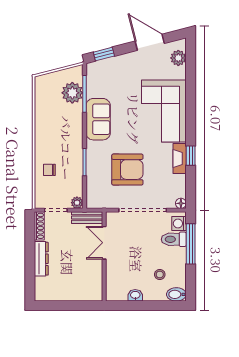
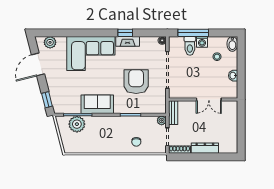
washing machine: (179, 224) -> (202, 42), moved
double door: (104, 243) -> (209, 100), moved

